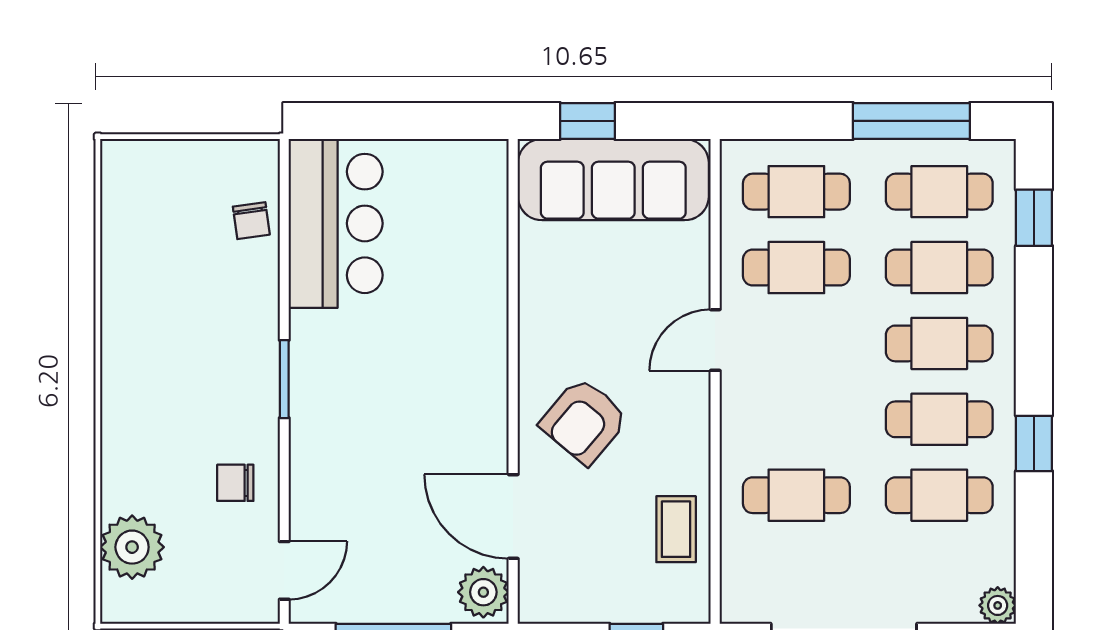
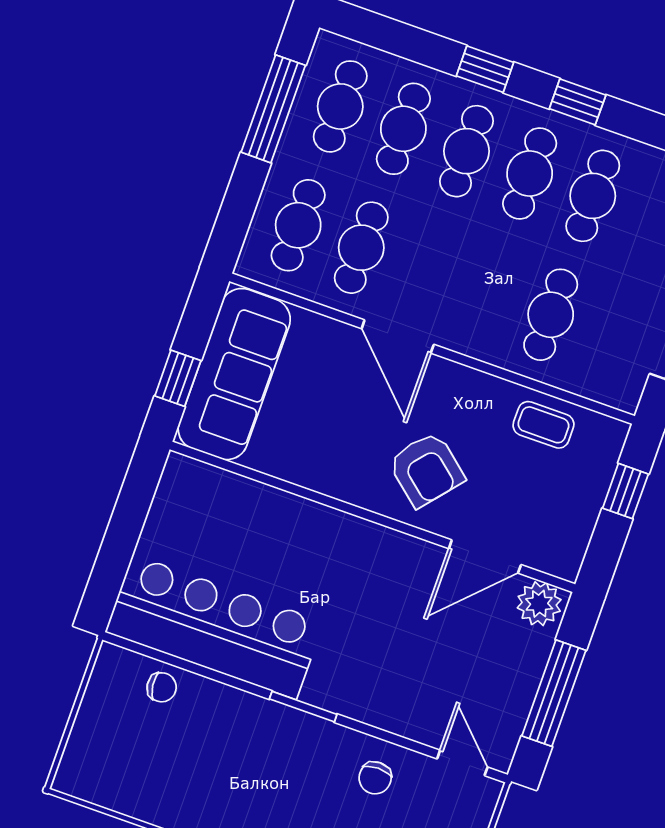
window: (1034, 218) -> (485, 69), moved
bar counter: (336, 223) -> (214, 627), width x1.36
door: (715, 340) -> (398, 337), width x1.38

